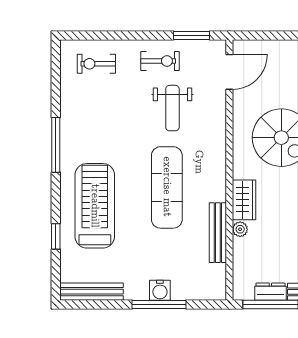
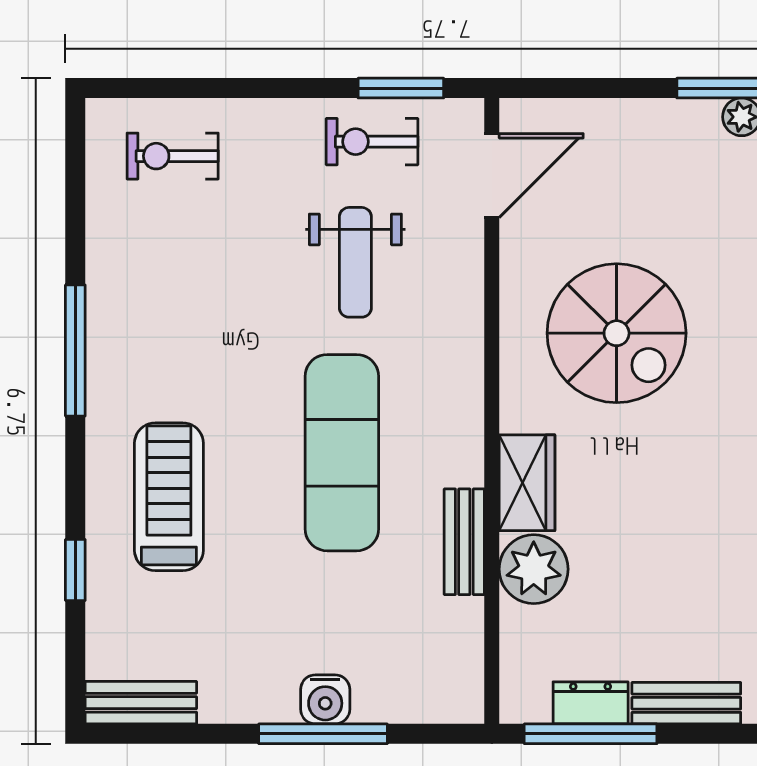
exercise bike: (160, 61) -> (372, 142), moved, turned 180
treadmill: (95, 206) -> (169, 497), width x0.73, depth x0.73
plant: (240, 229) -> (534, 569), width x1.88, depth x1.88
bench: (218, 233) -> (464, 542), width x0.73
bench: (92, 292) -> (141, 703), width x0.73

